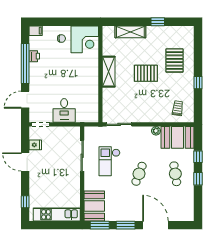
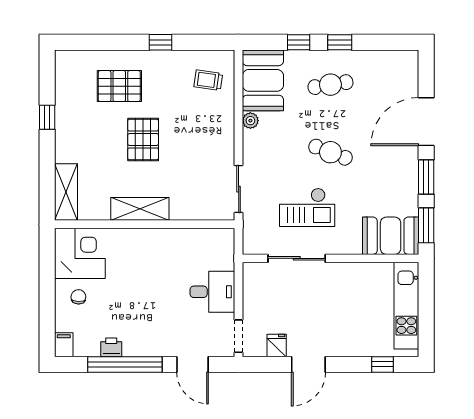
shelving: (130, 32) -> (66, 192), moved

